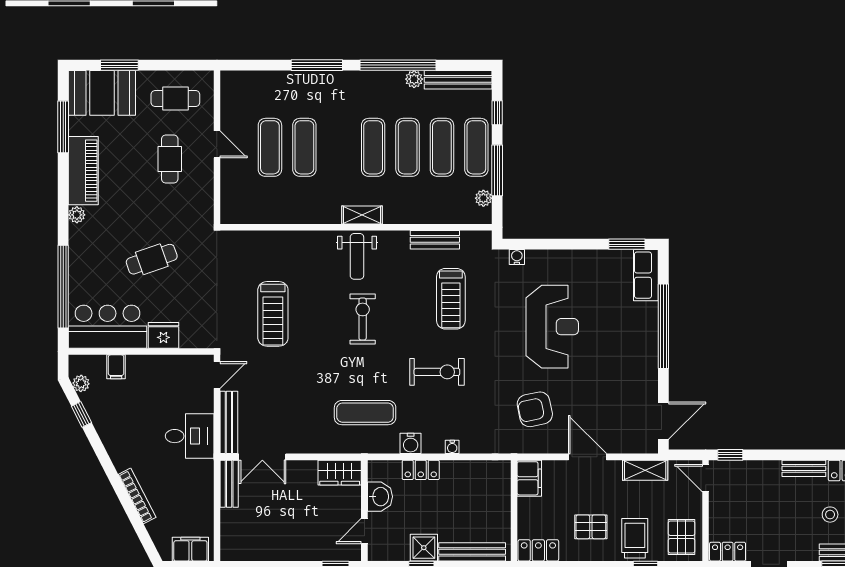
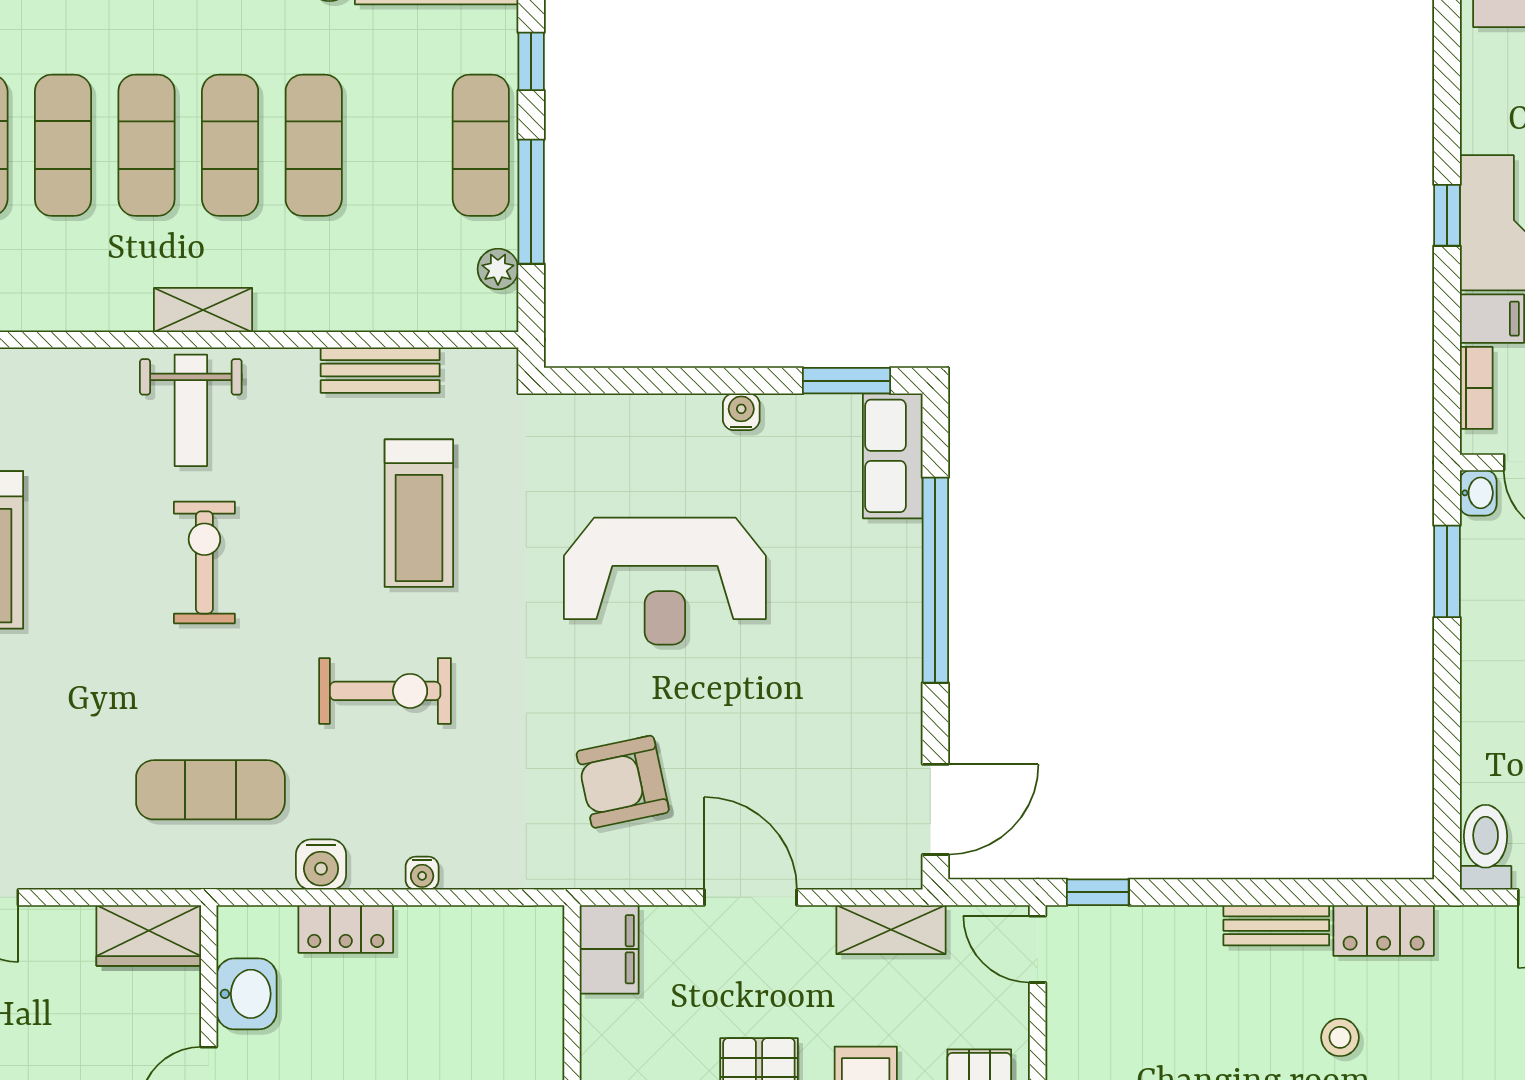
exercise mat: (442, 147) -> (147, 145), moved
water cooler: (517, 257) -> (741, 412), moved
reception desk: (552, 327) -> (665, 581), turned 90

